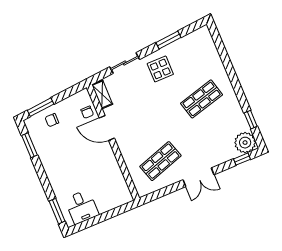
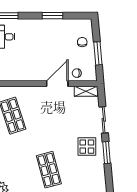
window: (168, 40) -> (107, 153), moved
window: (41, 107) -> (98, 53), moved
window: (30, 145) -> (53, 16), moved

